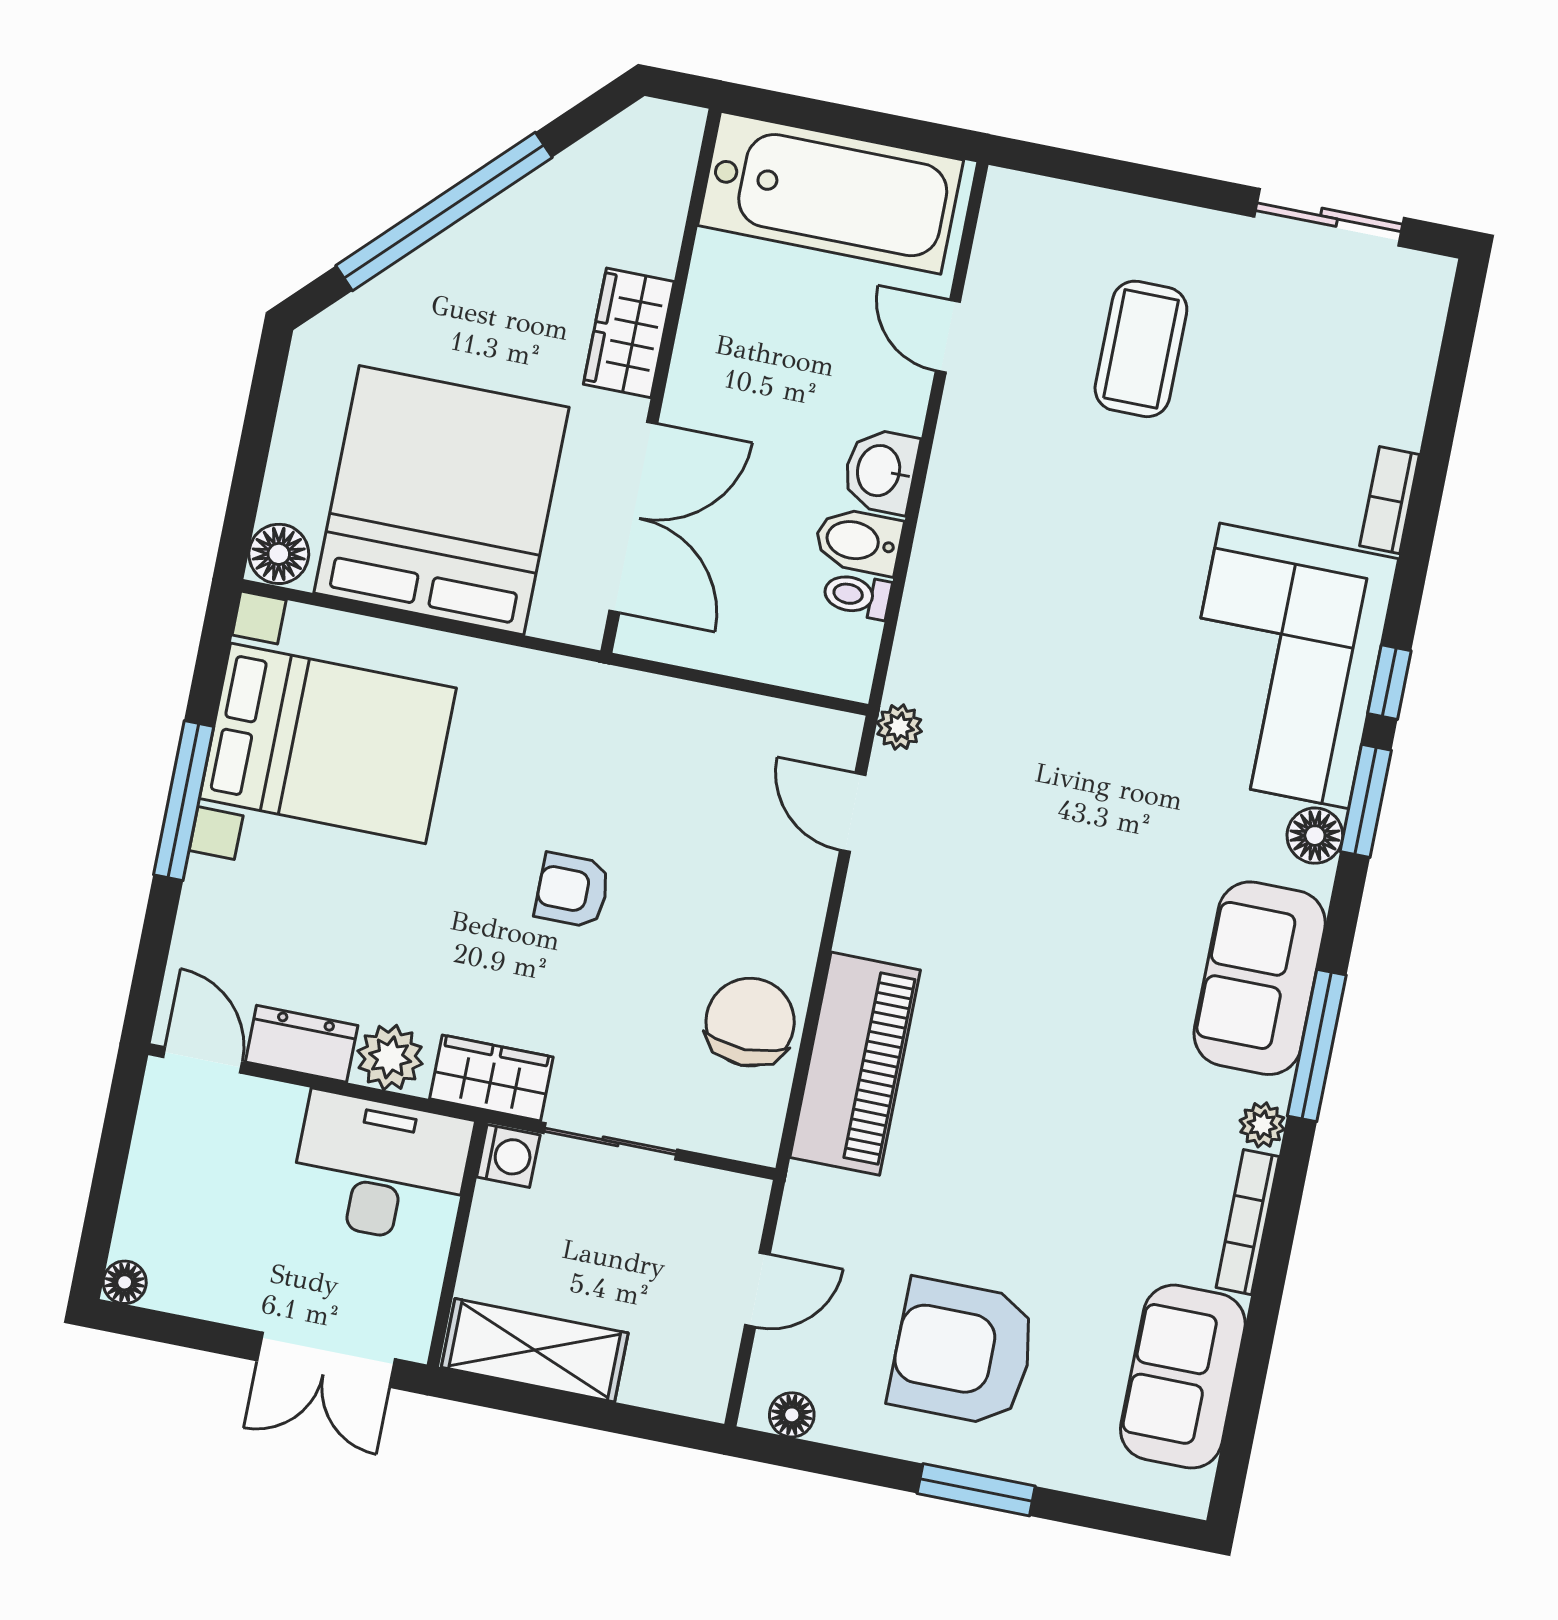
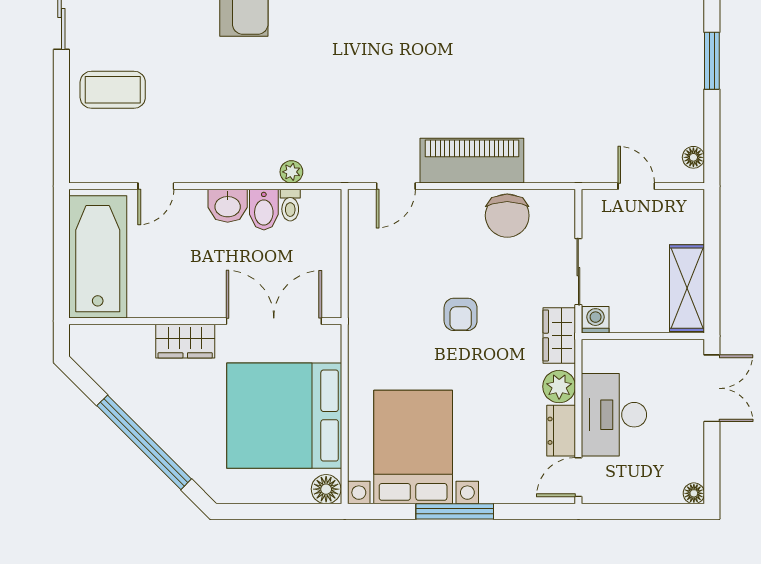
coffee table: (1141, 349) -> (113, 90), moved
plant: (899, 727) -> (291, 172), moved
chair: (750, 1022) -> (507, 216), turned -90
piano: (855, 1064) -> (472, 161), moved
desk: (381, 1169) -> (614, 415), moved
armchair: (963, 1352) -> (647, 81), removed

